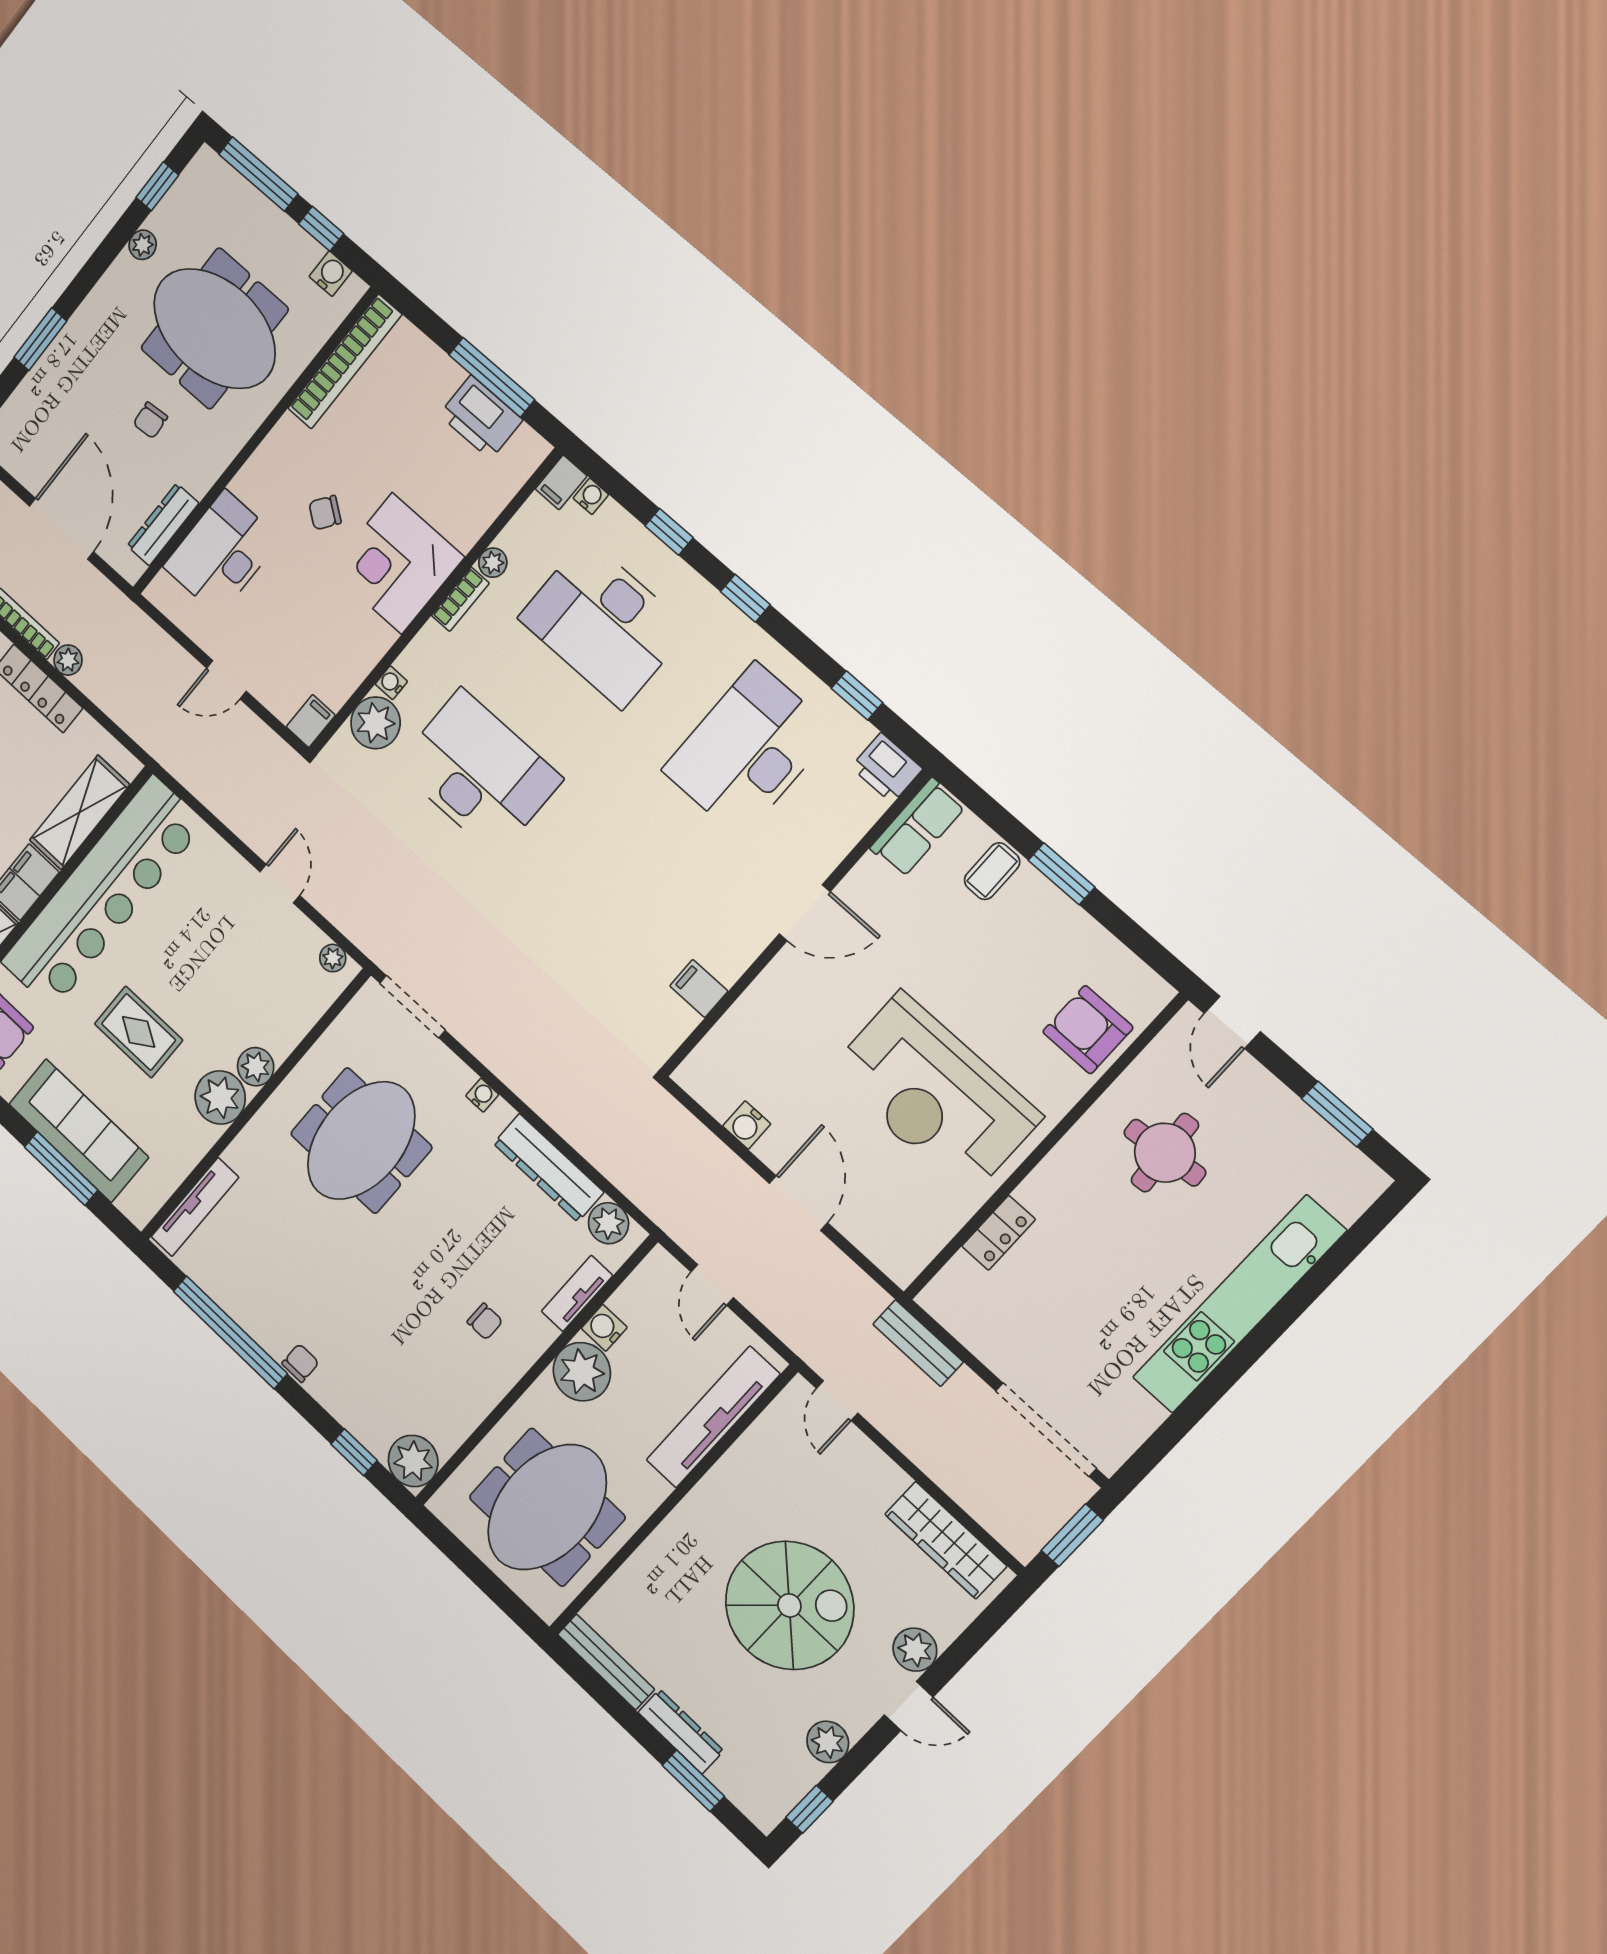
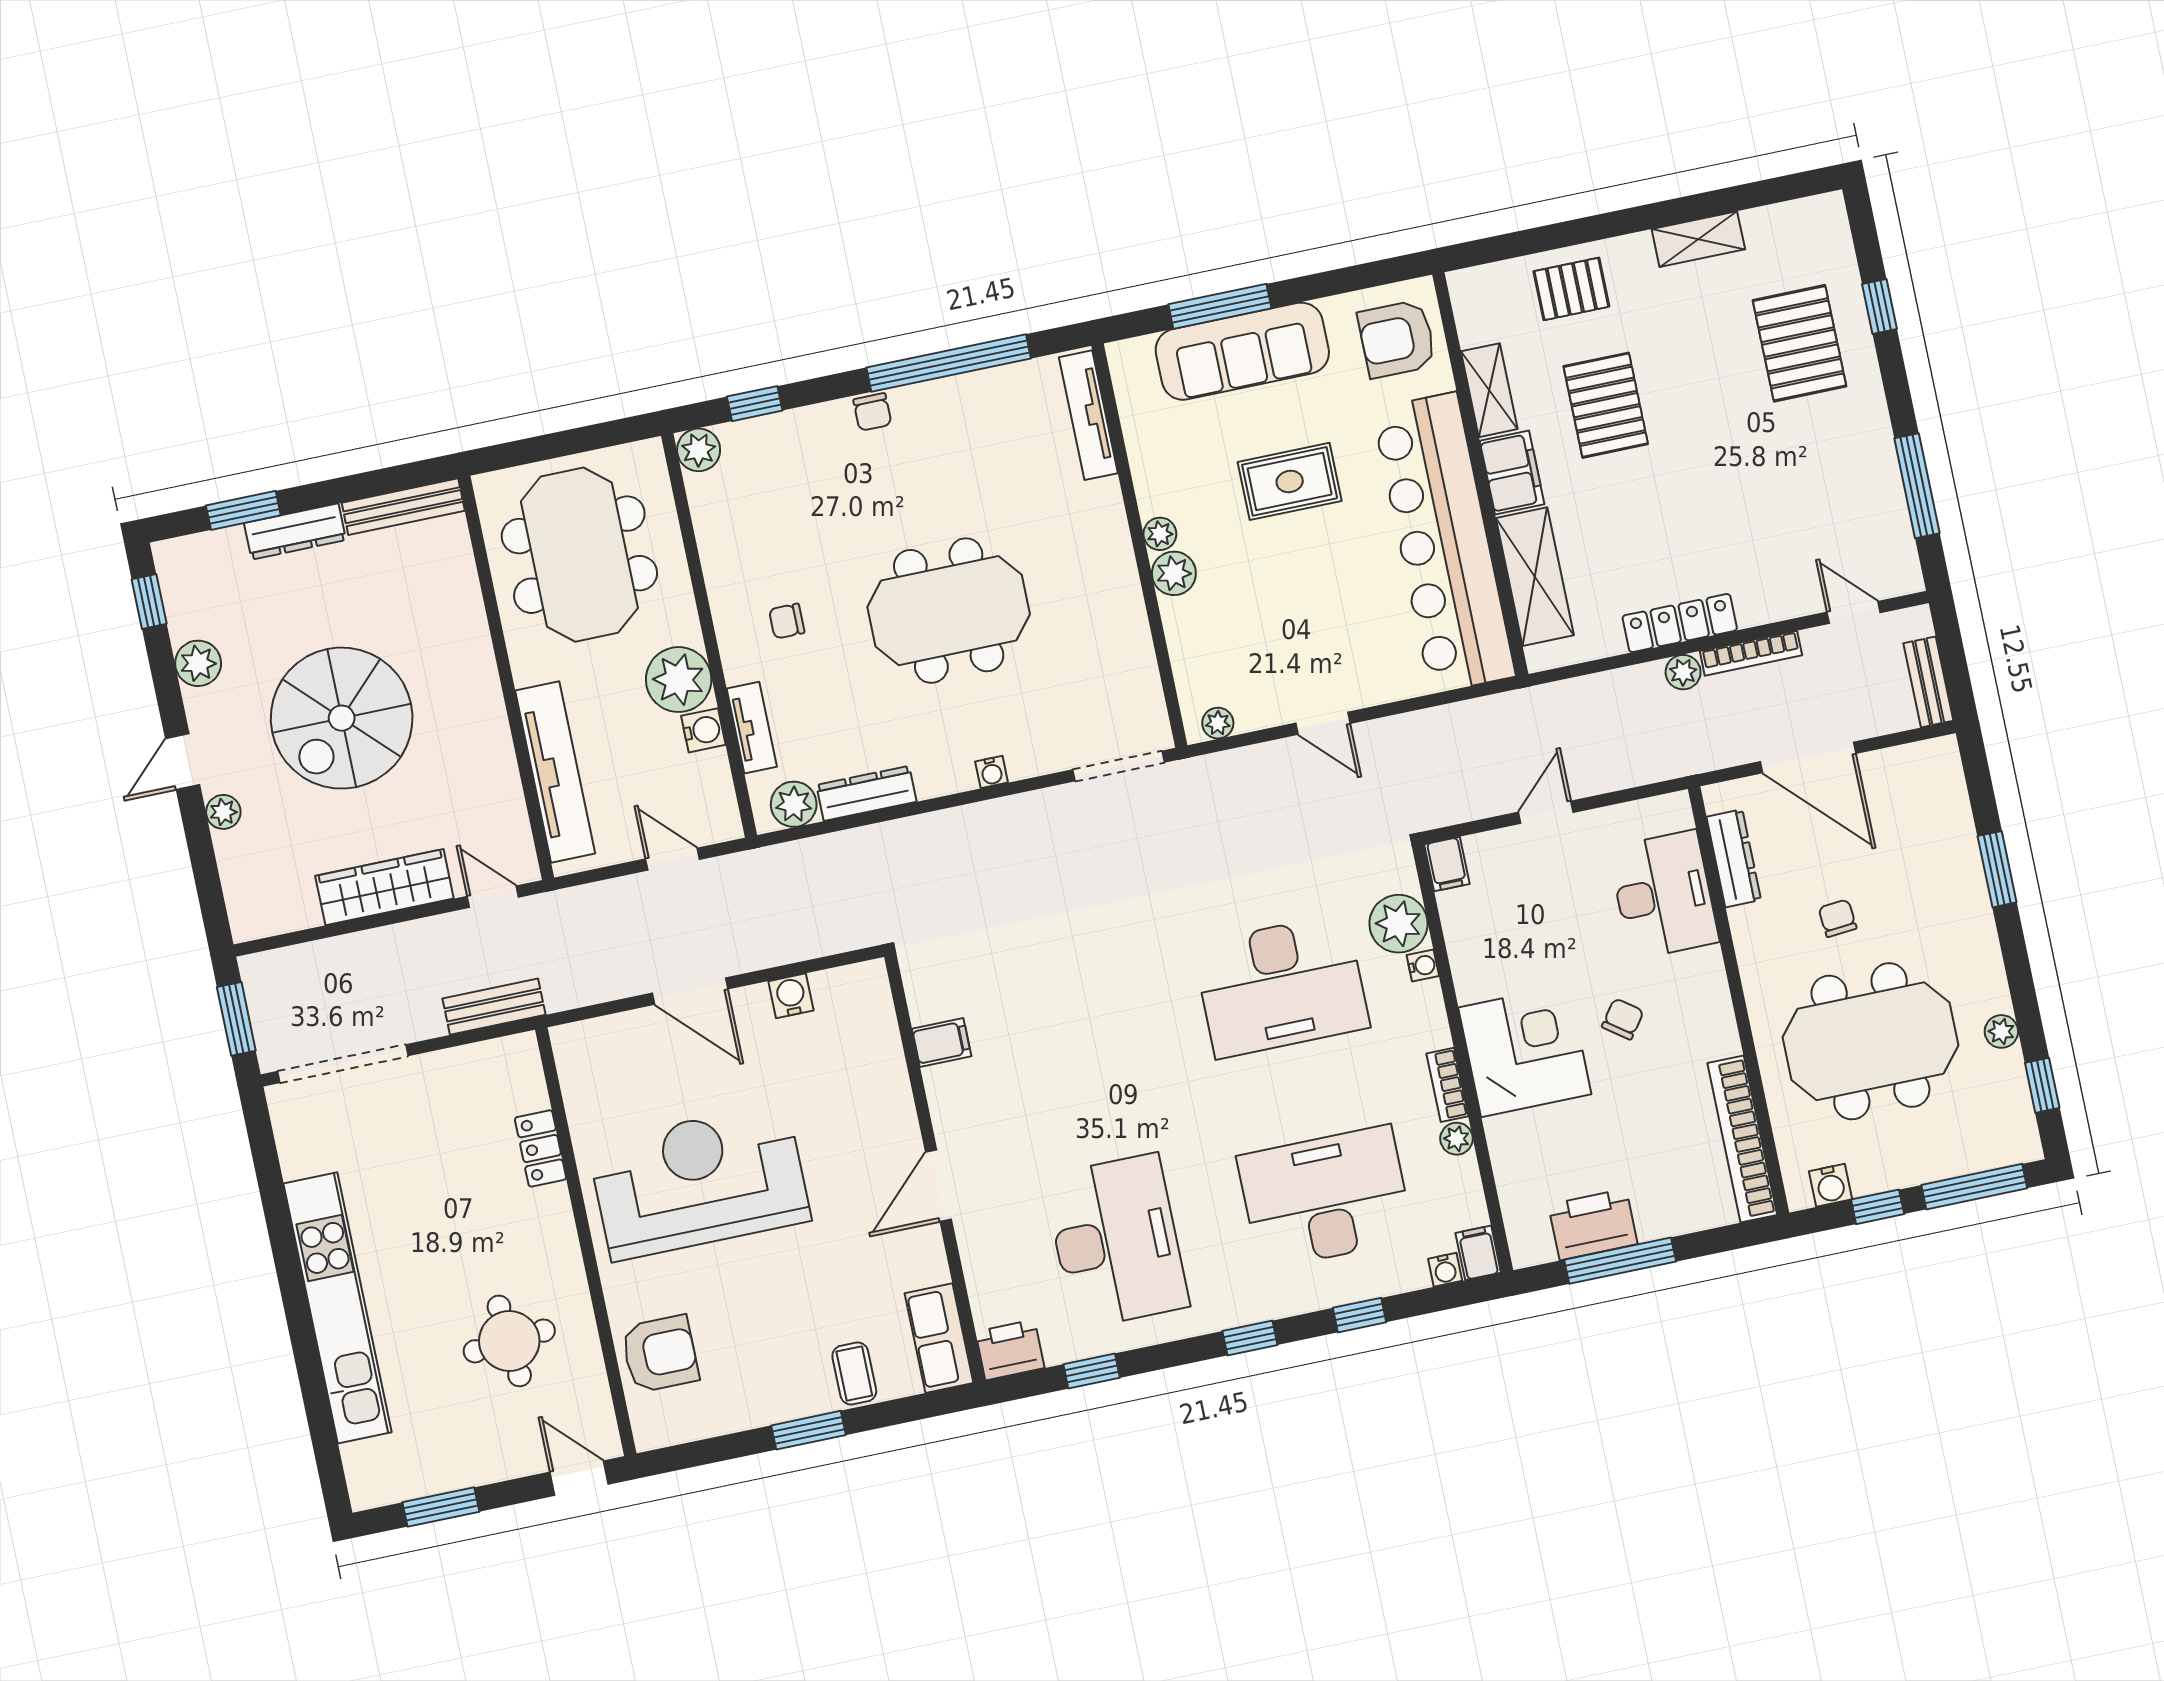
plant: (220, 1097) -> (1160, 534), width x0.53, depth x0.53
meeting table: (361, 1141) -> (949, 611), moved, turned 90
dresser: (548, 1168) -> (866, 793), width x0.73, depth x0.80
plant: (413, 1461) -> (699, 450), width x0.73, depth x0.73
wardrobe: (946, 1540) -> (384, 887), moved
plant: (915, 1650) -> (223, 812), width x0.73, depth x0.73

